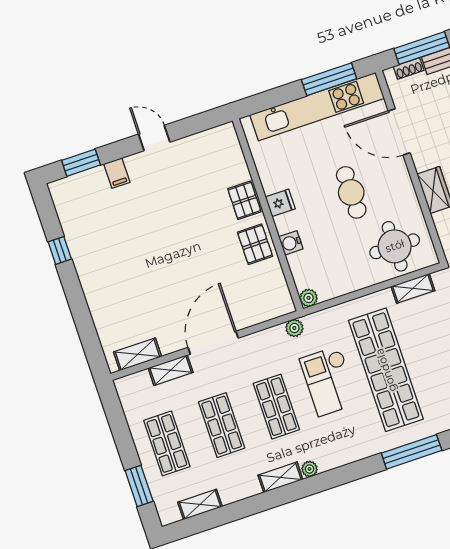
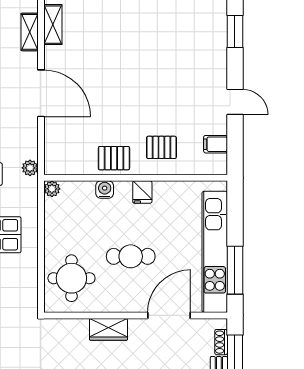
door: (154, 138) -> (235, 102), hinge flipped
filing cabinet: (117, 173) -> (216, 144), moved
pallet: (244, 200) -> (161, 147), moved
shelving: (413, 288) -> (30, 282), removed
shelving: (171, 370) -> (30, 32), moved

